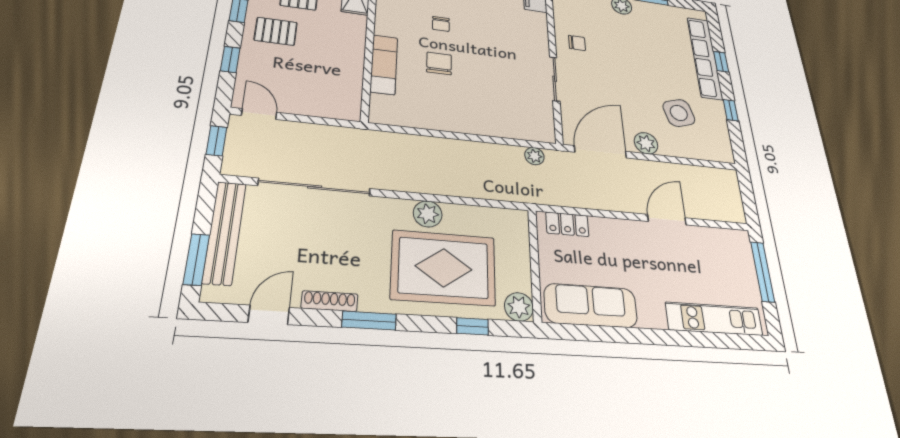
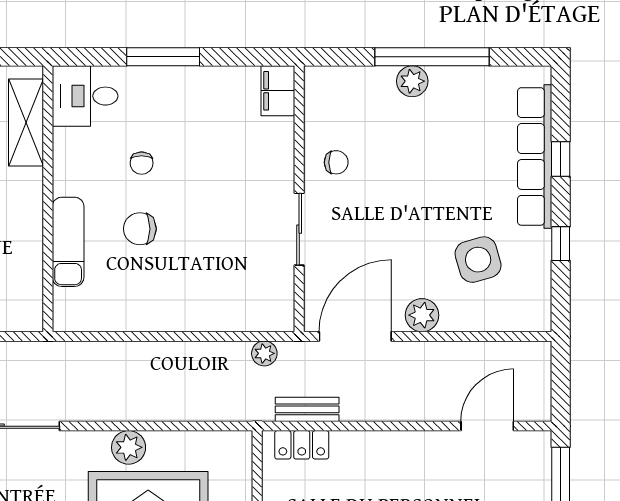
chair: (439, 63) -> (140, 229), turned -90
bench: (569, 199) -> (307, 409), added
door: (667, 220) -> (487, 426), moved

